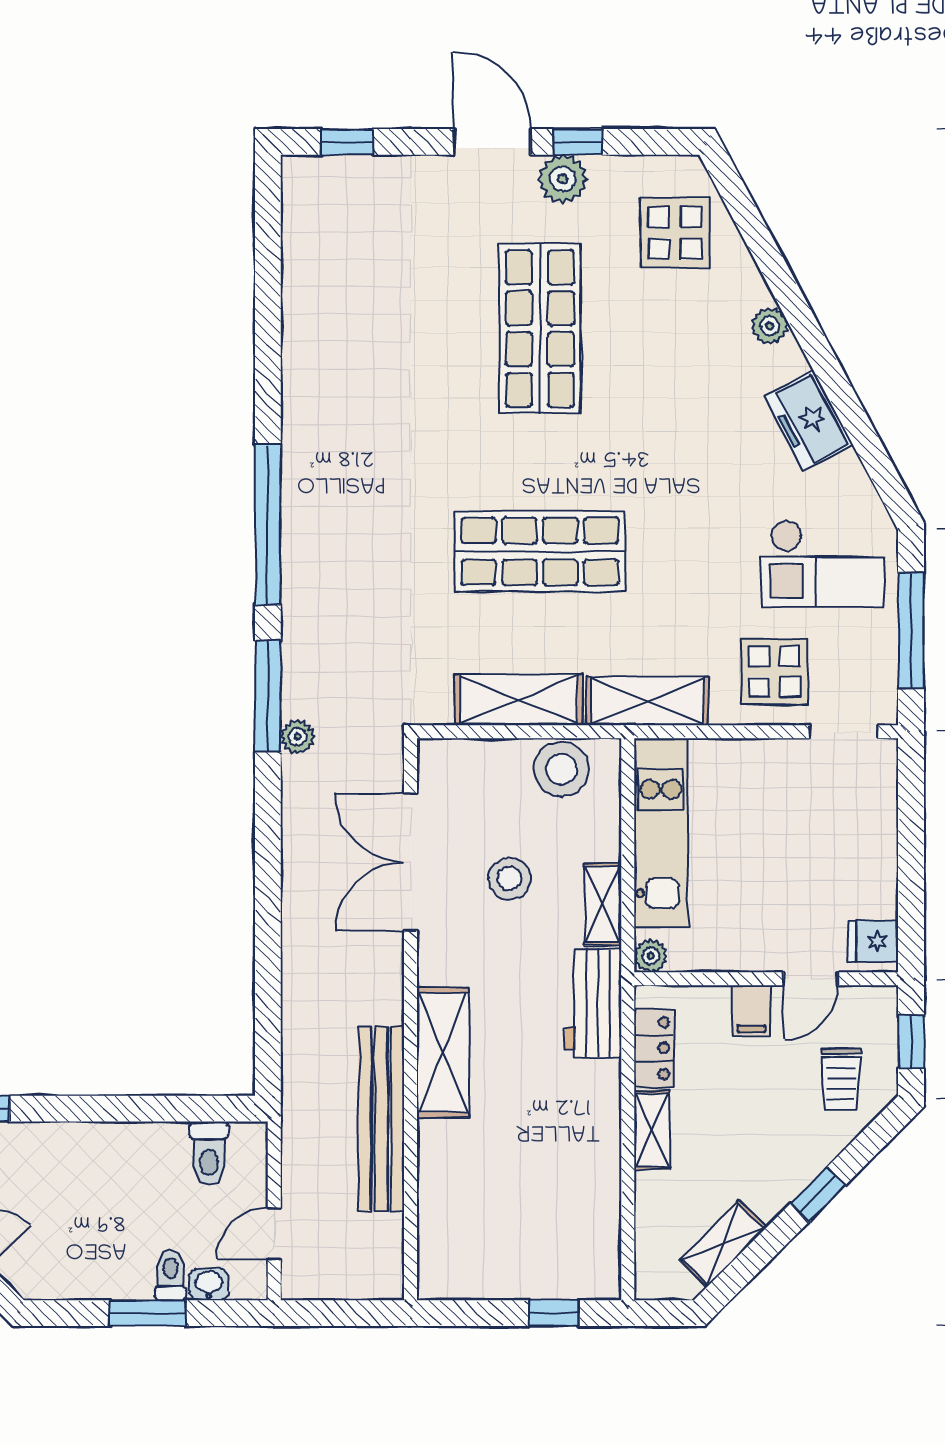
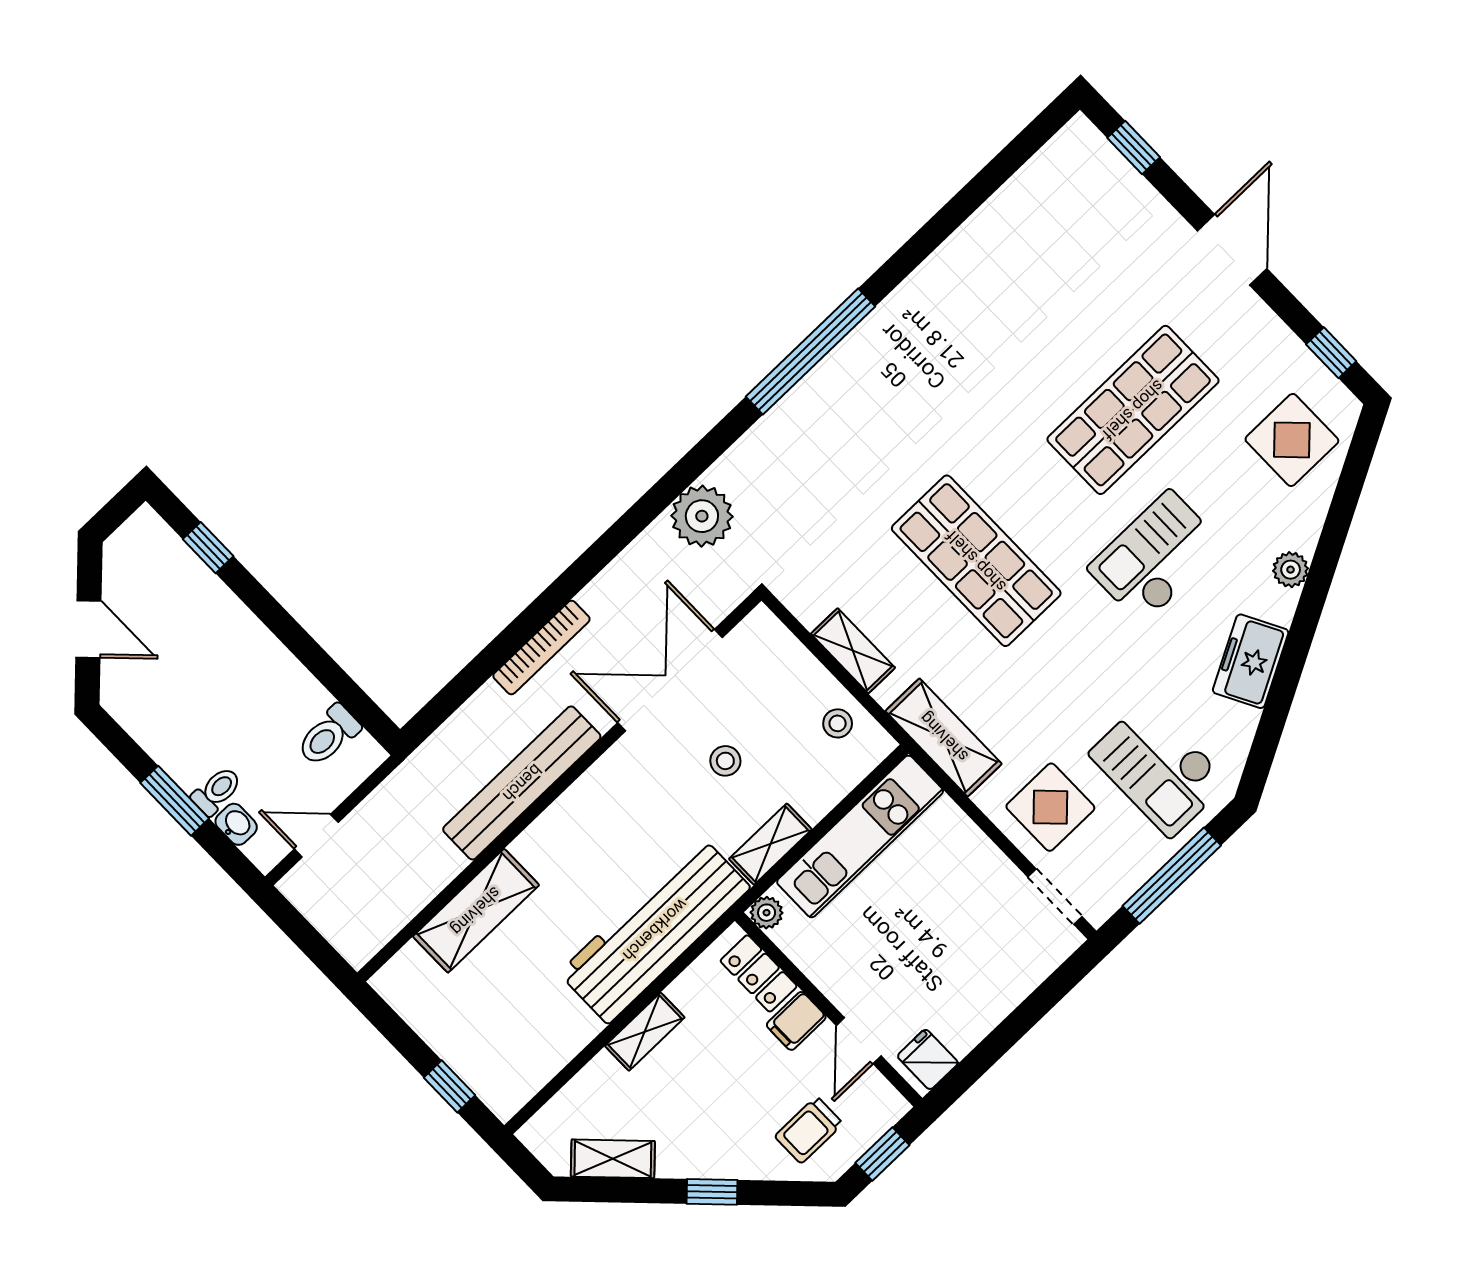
window: (578, 142) -> (1331, 353), moved
plant: (563, 179) -> (1254, 325), removed
checkout: (665, 416) -> (1156, 557), added
window: (268, 696) -> (690, 467), removed
shelving: (519, 700) -> (853, 651), width x0.67, depth x0.75
plant: (298, 737) -> (702, 516), width x1.88, depth x1.88
stool: (561, 769) -> (838, 723), width x0.53, depth x0.53
stool: (509, 879) -> (725, 761), width x0.73, depth x0.73
bookcase: (295, 934) -> (541, 647), added
door: (811, 979) -> (859, 1041), hinge flipped
workbench: (593, 1003) -> (655, 930), width x1.88, depth x1.32
locker: (654, 1048) -> (759, 973), moved, turned 90
shelving: (443, 1052) -> (476, 911), moved
bench: (381, 1119) -> (522, 783), moved

